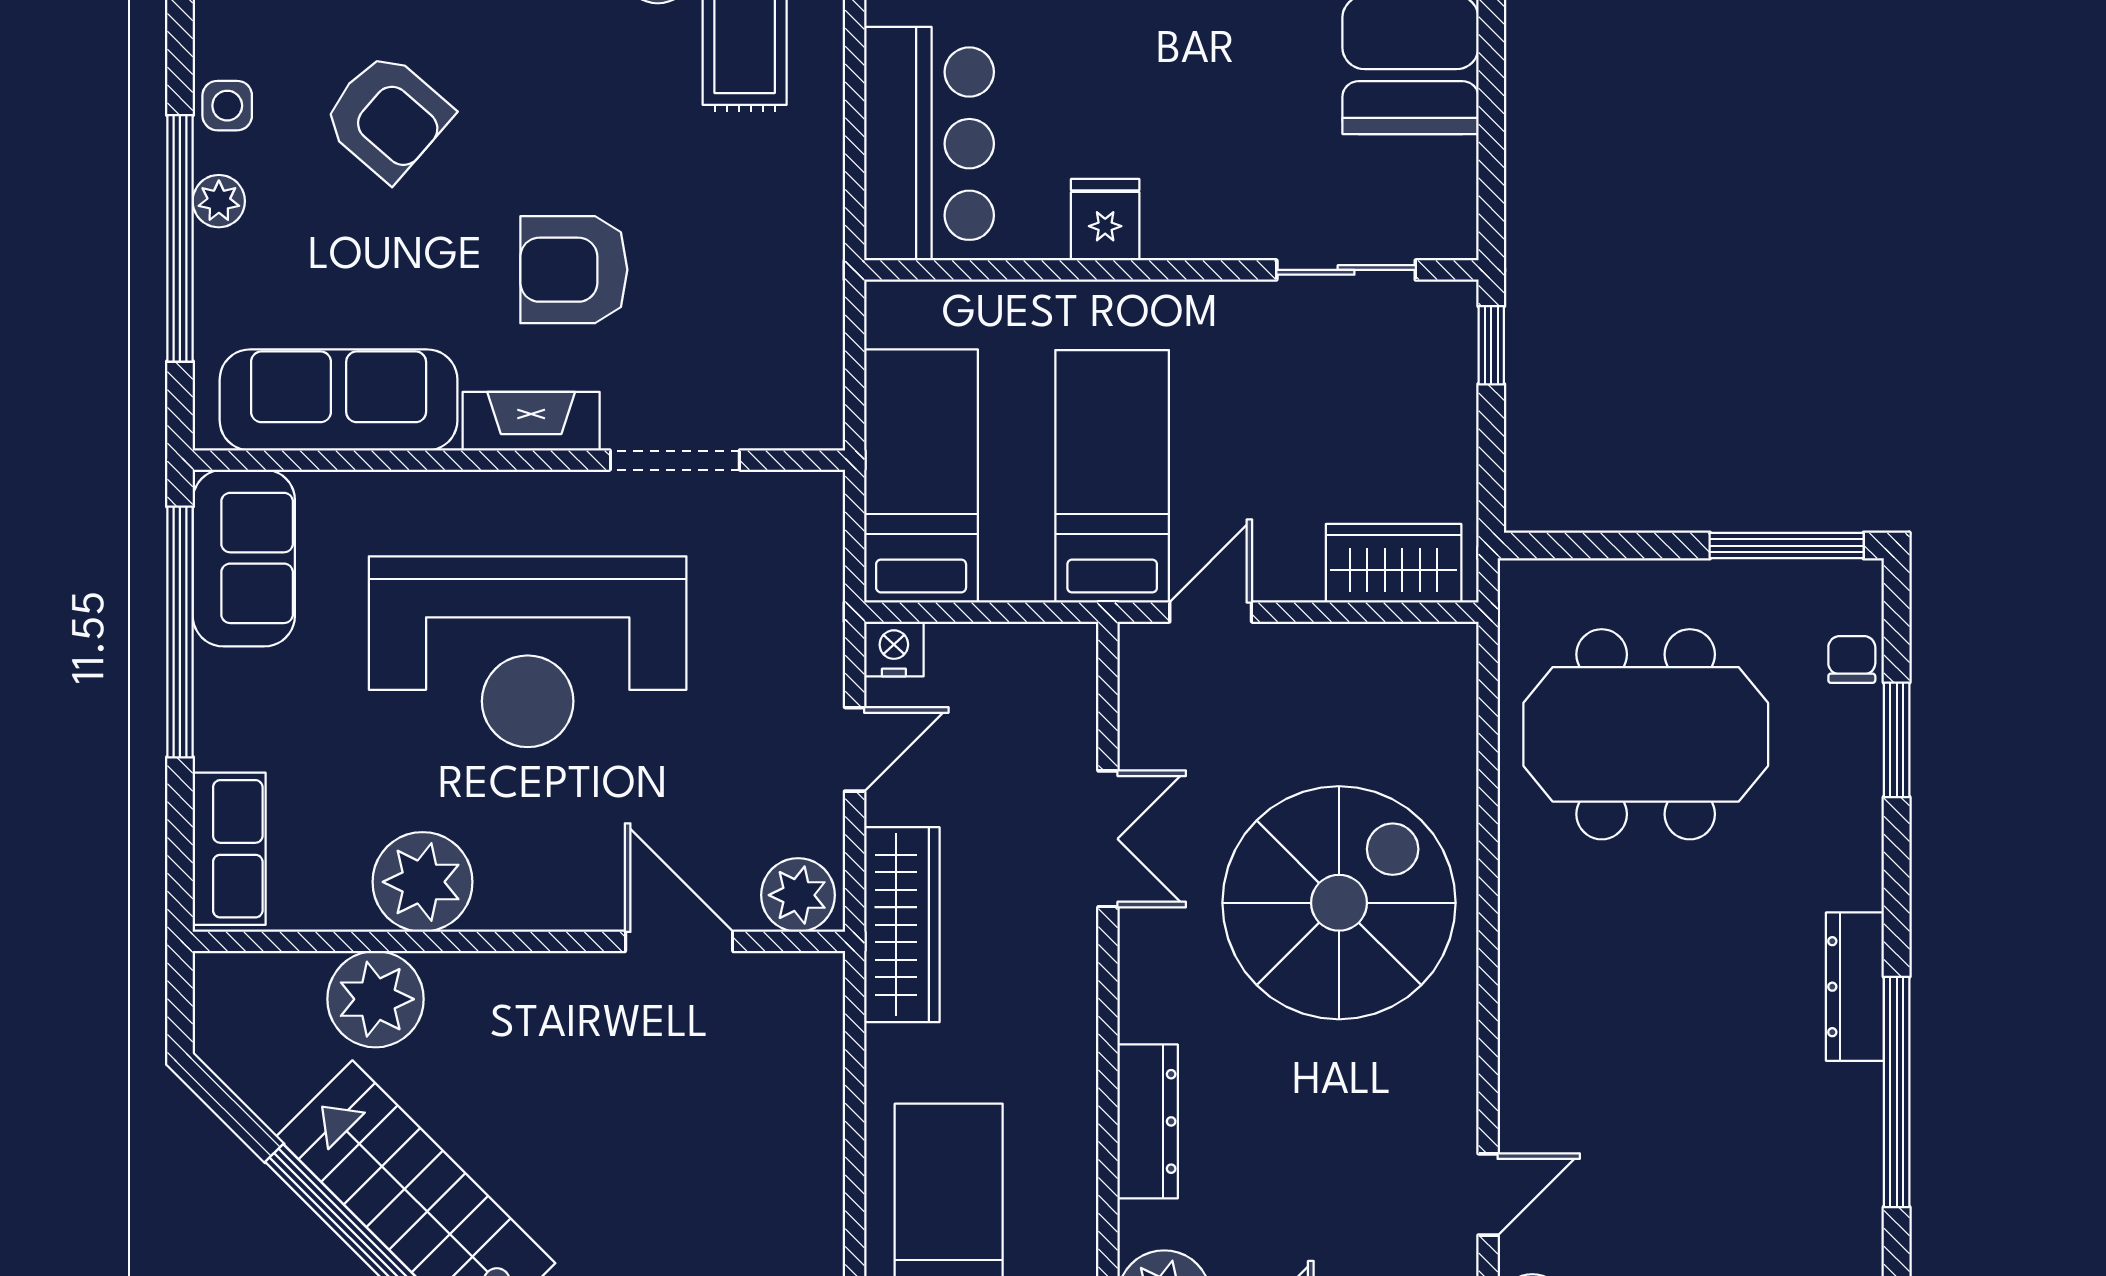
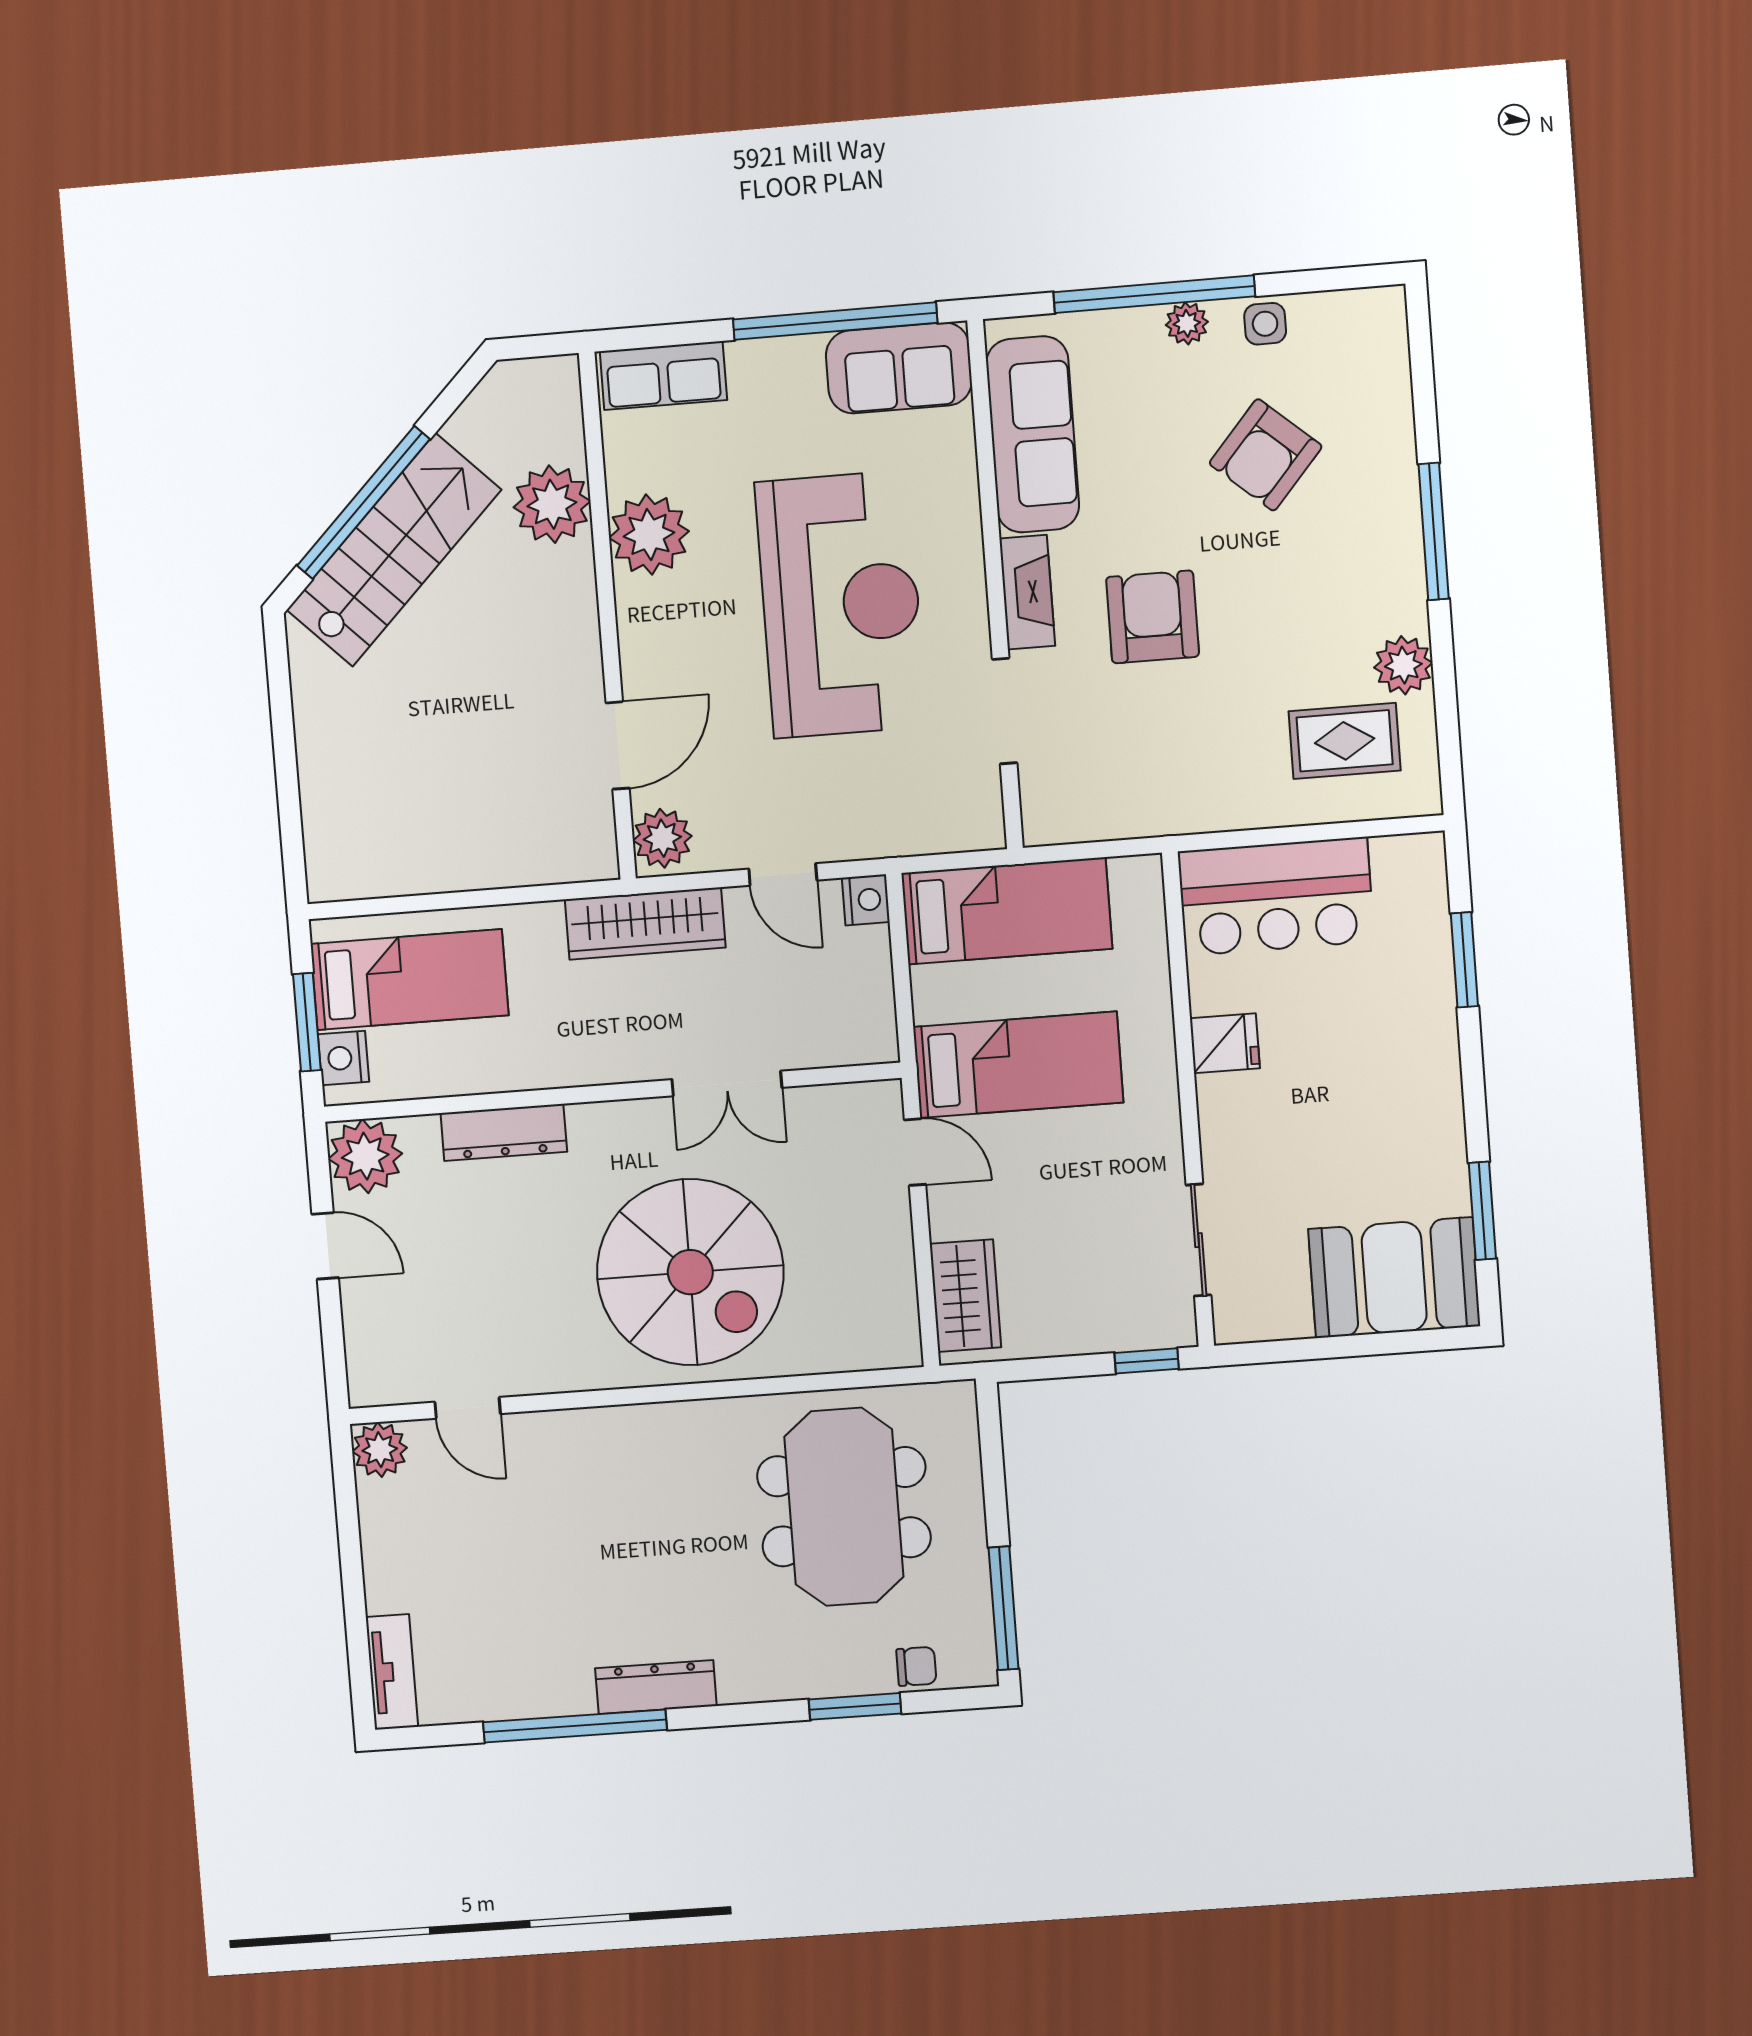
reception desk: (528, 652) -> (841, 604), turned 180

